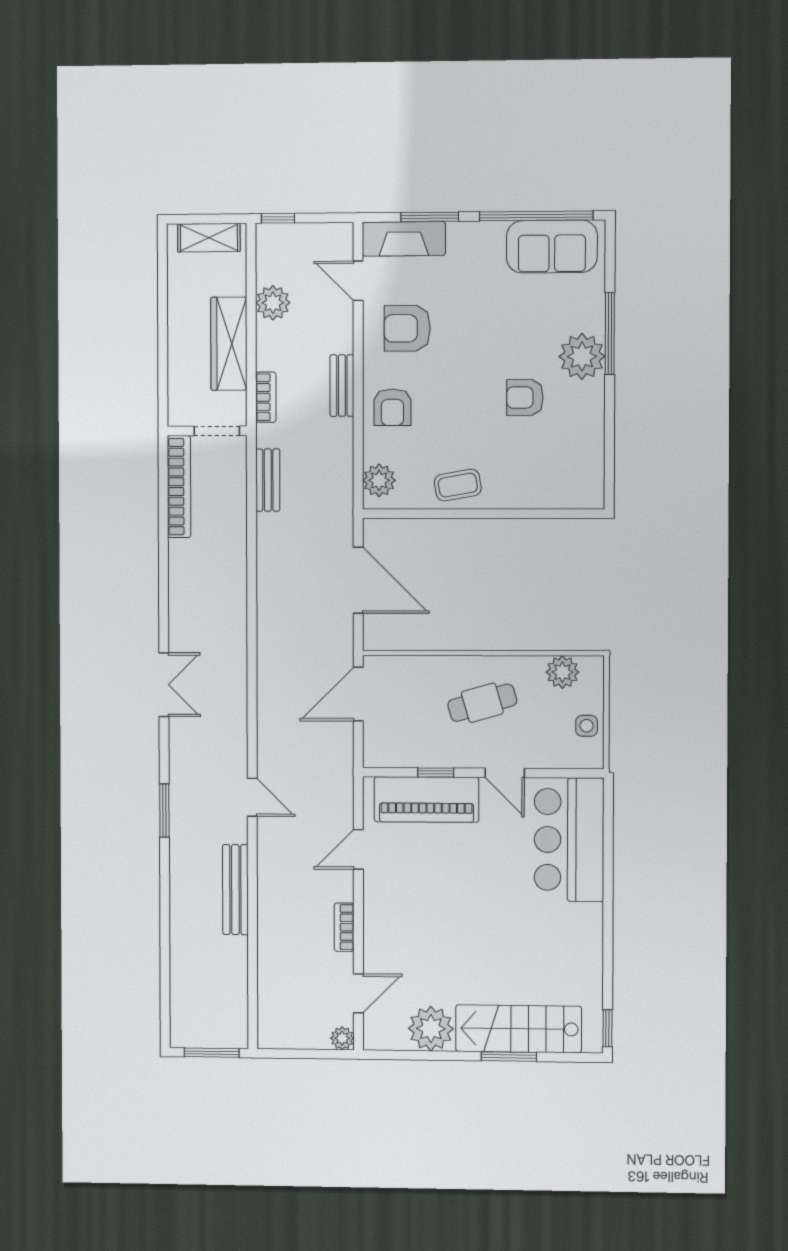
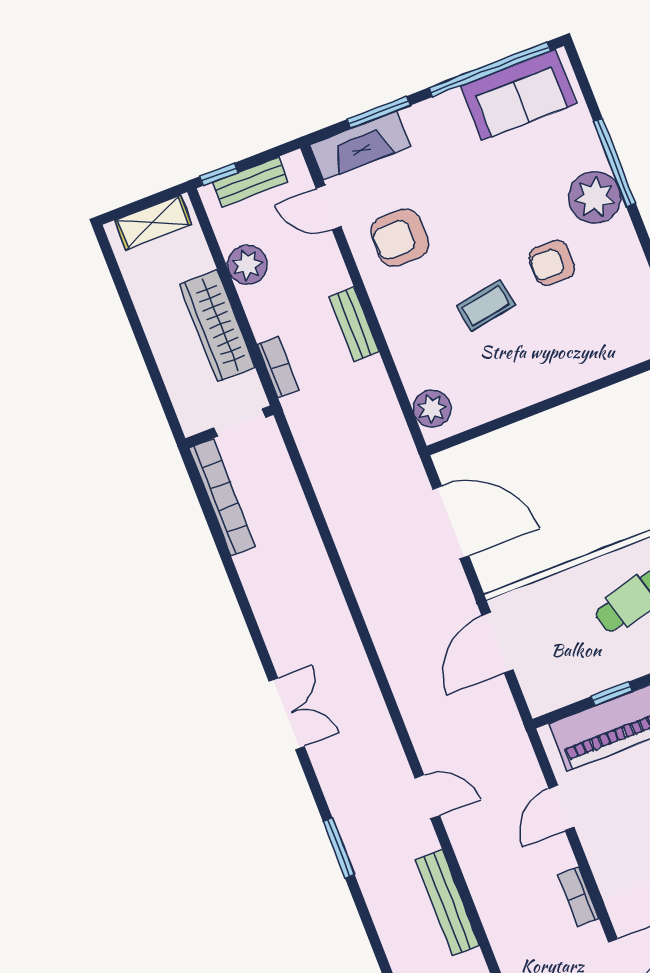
armchair: (392, 407) -> (416, 326), removed
bench: (268, 480) -> (250, 182), moved, turned 90
coffee table: (458, 485) -> (486, 306), moved

